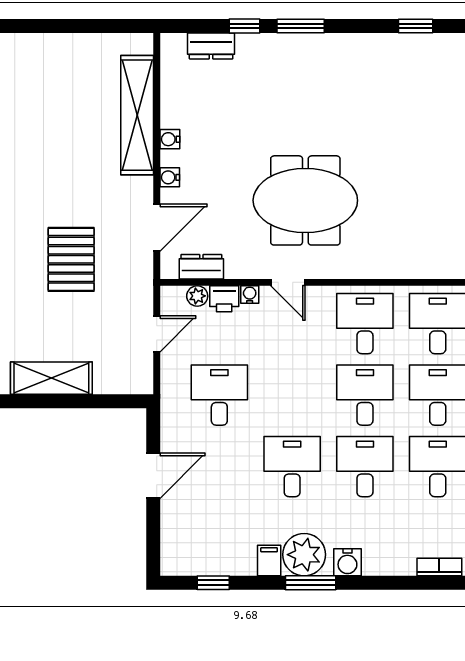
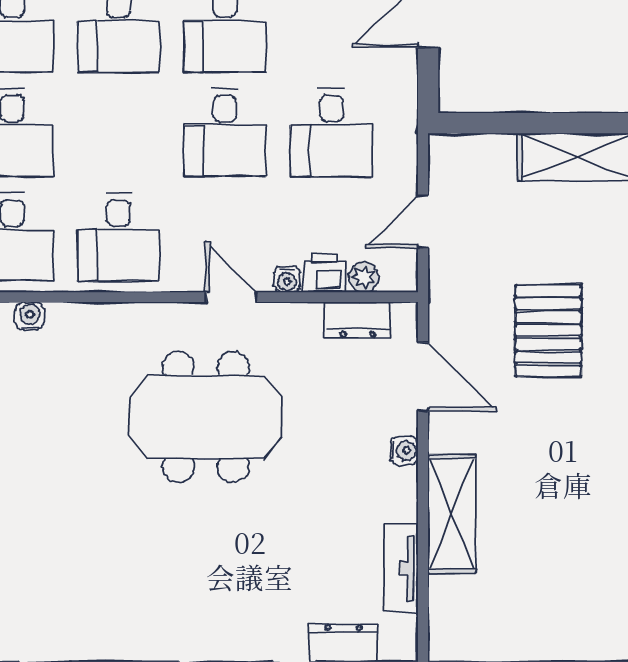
tv unit: (172, 97) -> (401, 568), added
shelving: (137, 115) -> (452, 514), width x0.68
water cooler: (170, 139) -> (30, 316), moved, turned -90
door: (157, 228) -> (423, 377), swing flipped
desk: (365, 395) -> (225, 132), moved

